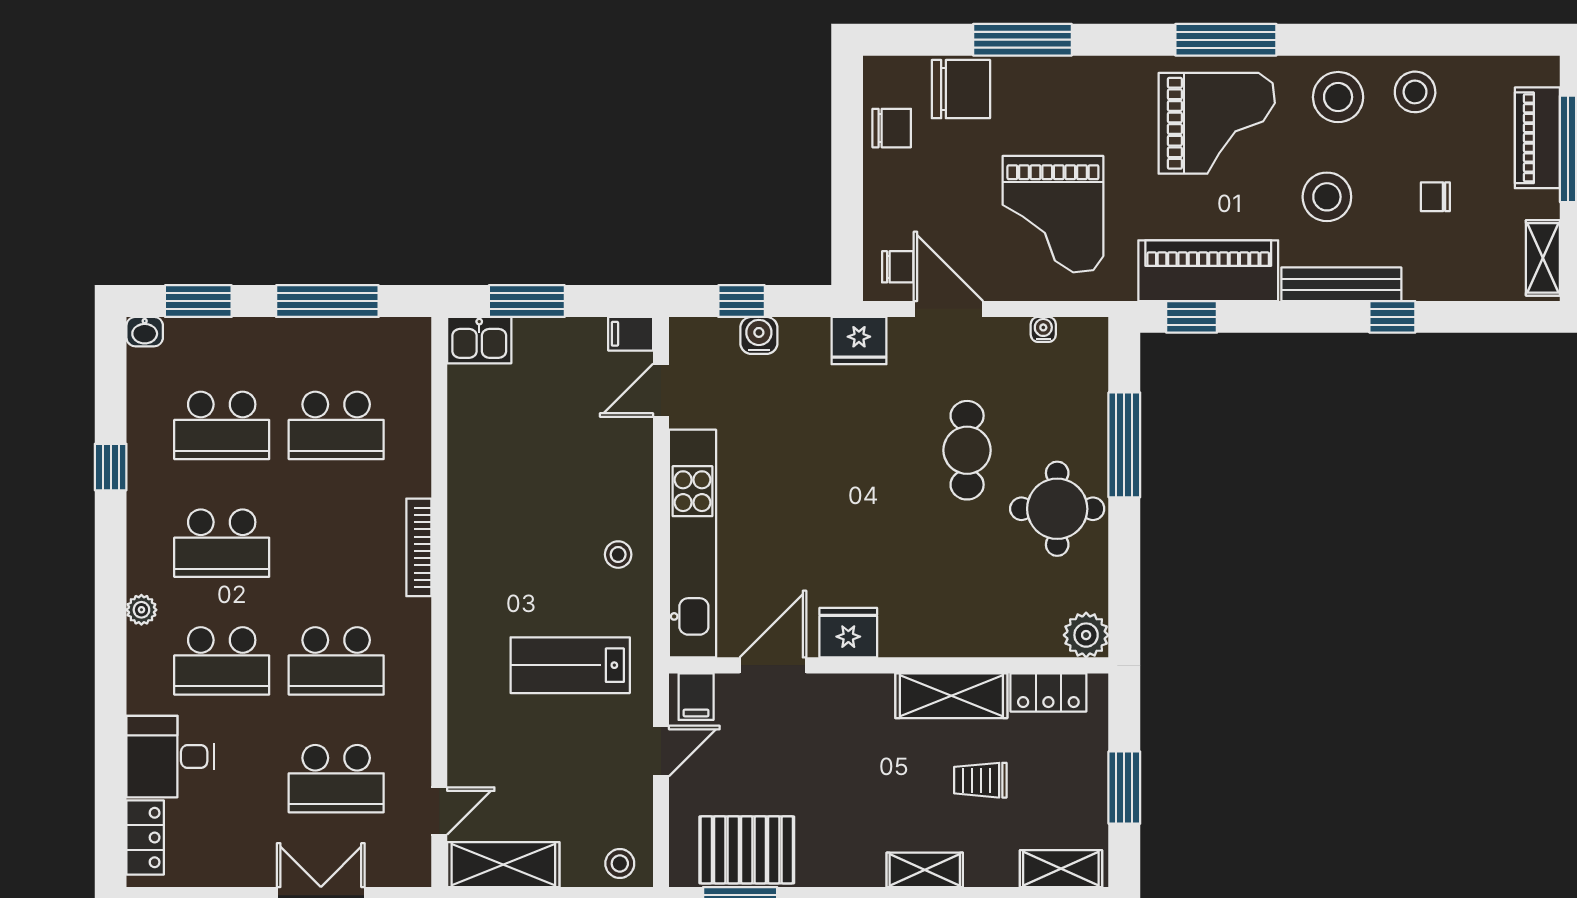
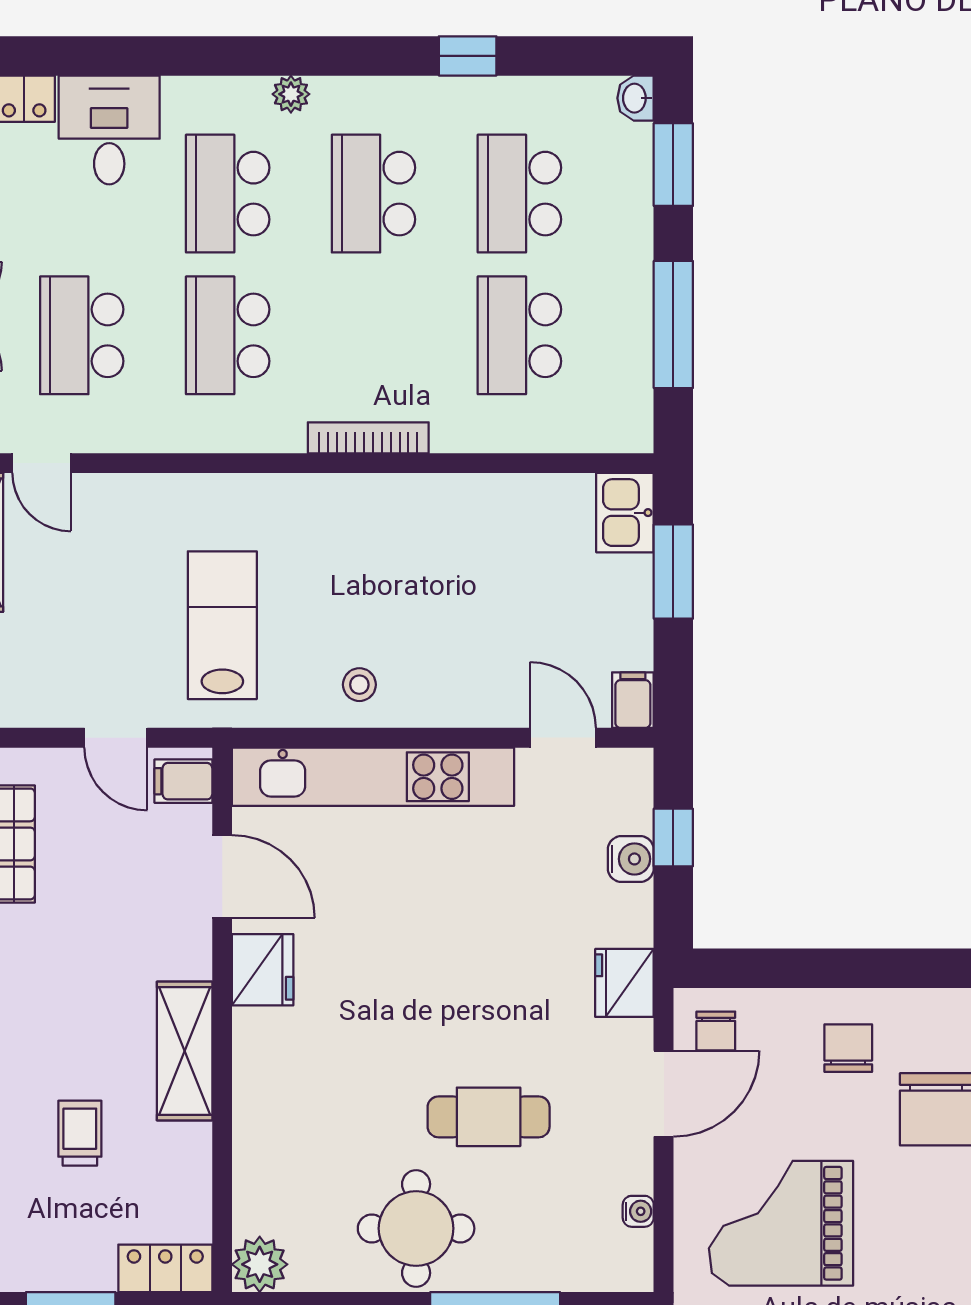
chair: (892, 128) -> (848, 1048), moved, turned 180
locker: (1048, 692) -> (165, 1268), moved, turned 90
shelving: (951, 696) -> (185, 1051), moved

